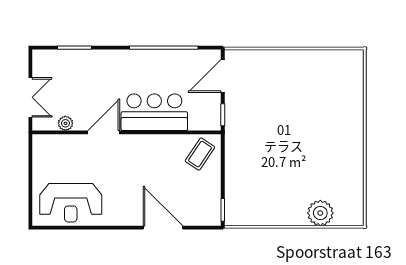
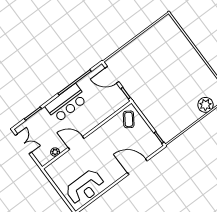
door: (223, 76) -> (112, 75), hinge flipped
double door: (30, 97) -> (23, 144), moved
bar counter: (154, 112) -> (66, 103), moved, turned 180
door: (104, 132) -> (76, 143), hinge flipped

